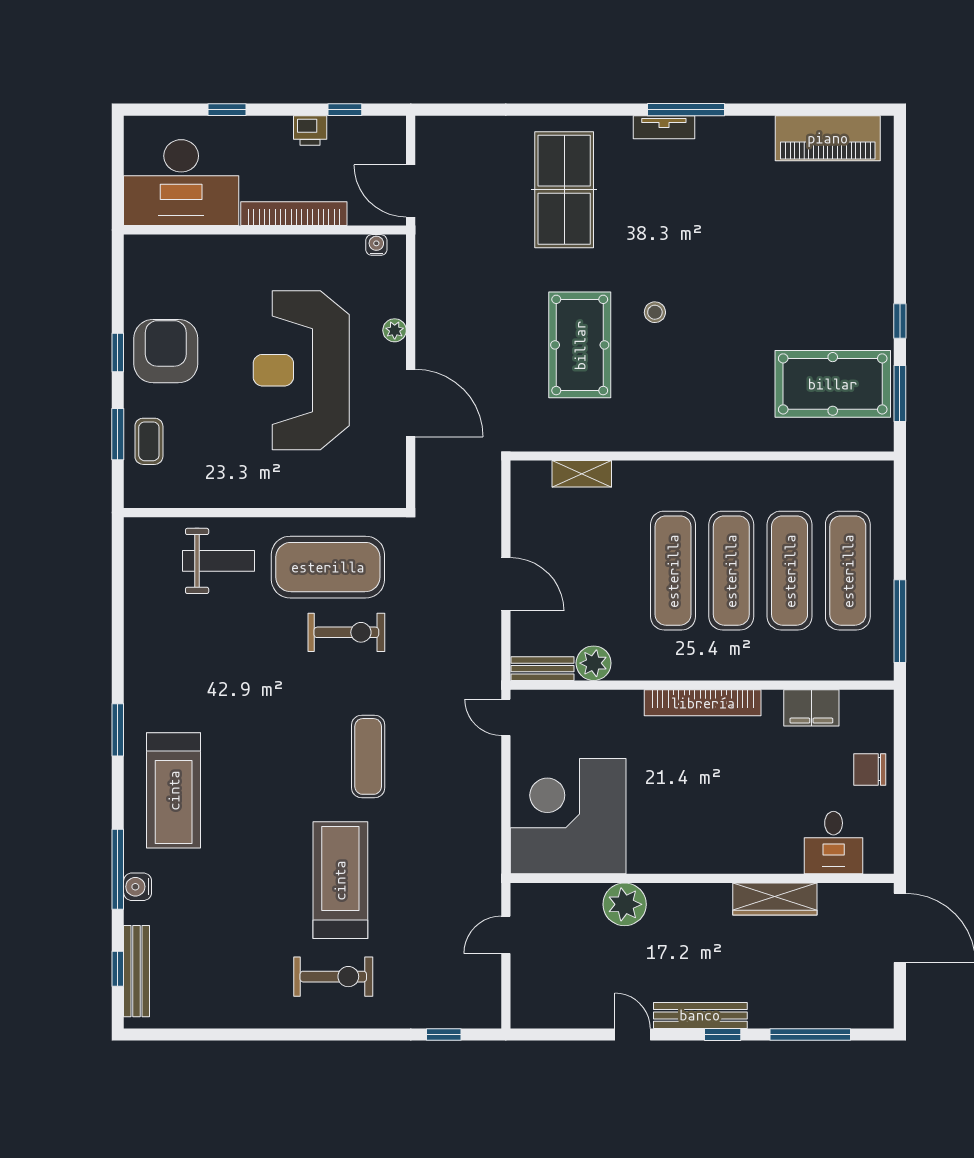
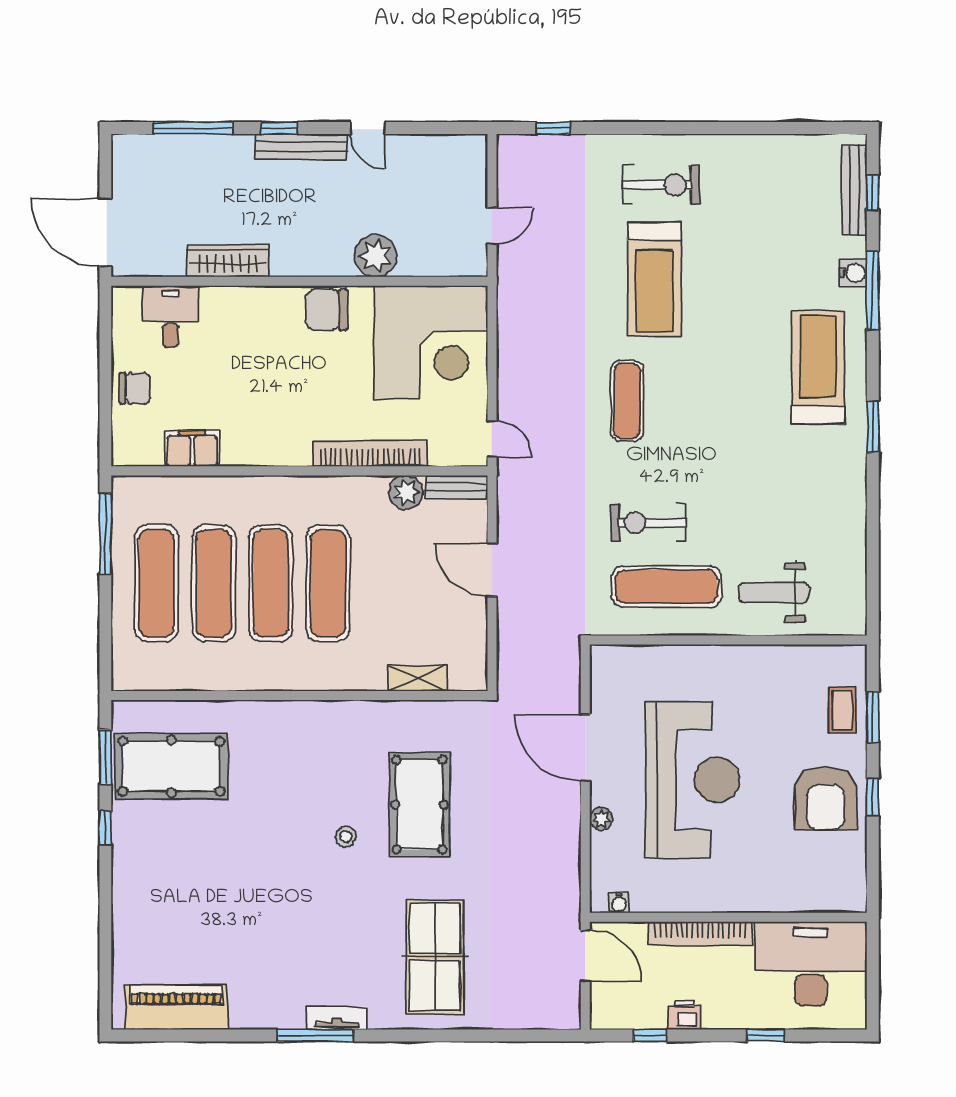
exercise mat: (328, 567) -> (667, 587), width x0.68
bookcase: (703, 703) -> (370, 454), moved
chair: (675, 850) -> (326, 310), added
exercise bike: (333, 977) -> (661, 185), turned 180

